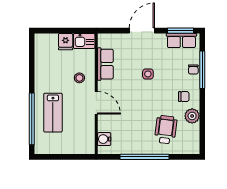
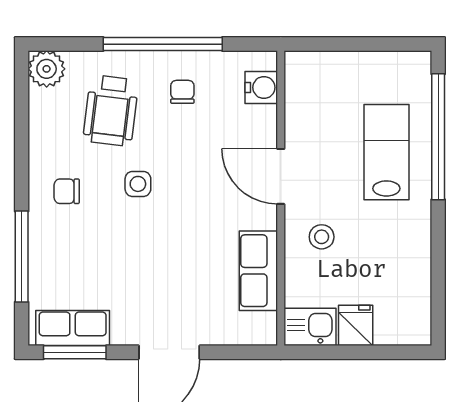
chair: (193, 69) -> (182, 92), moved
side table: (148, 74) -> (138, 184), moved
plant: (192, 116) -> (47, 69), moved

